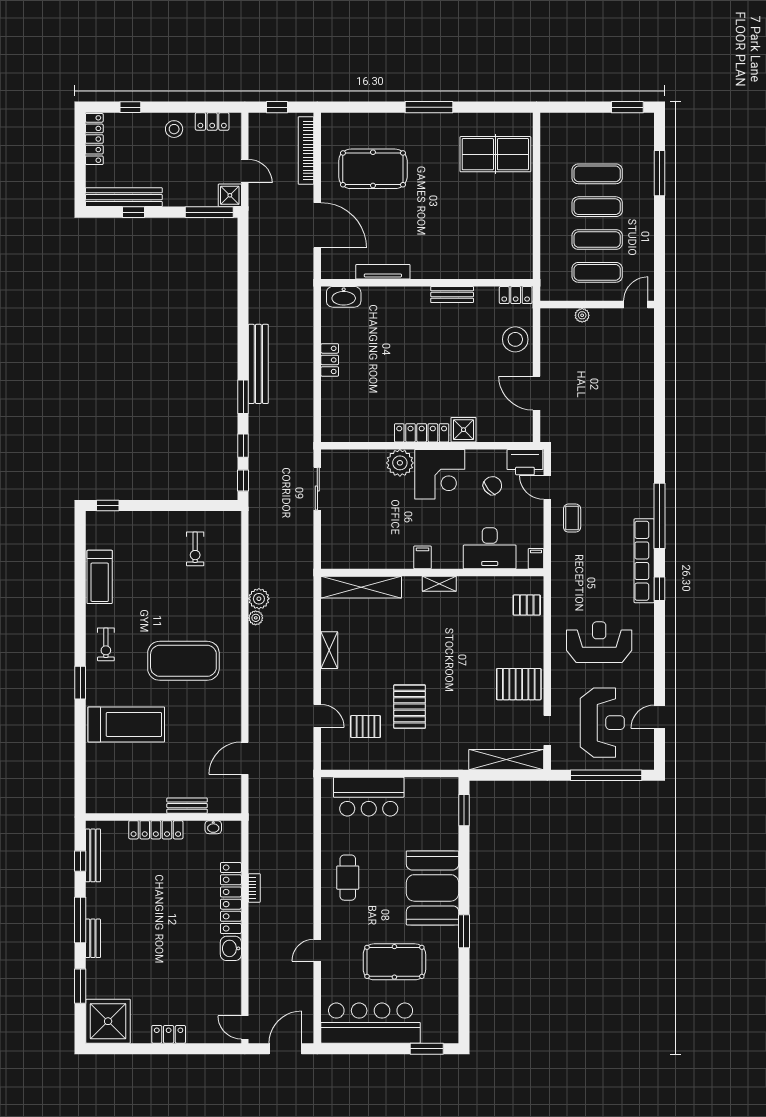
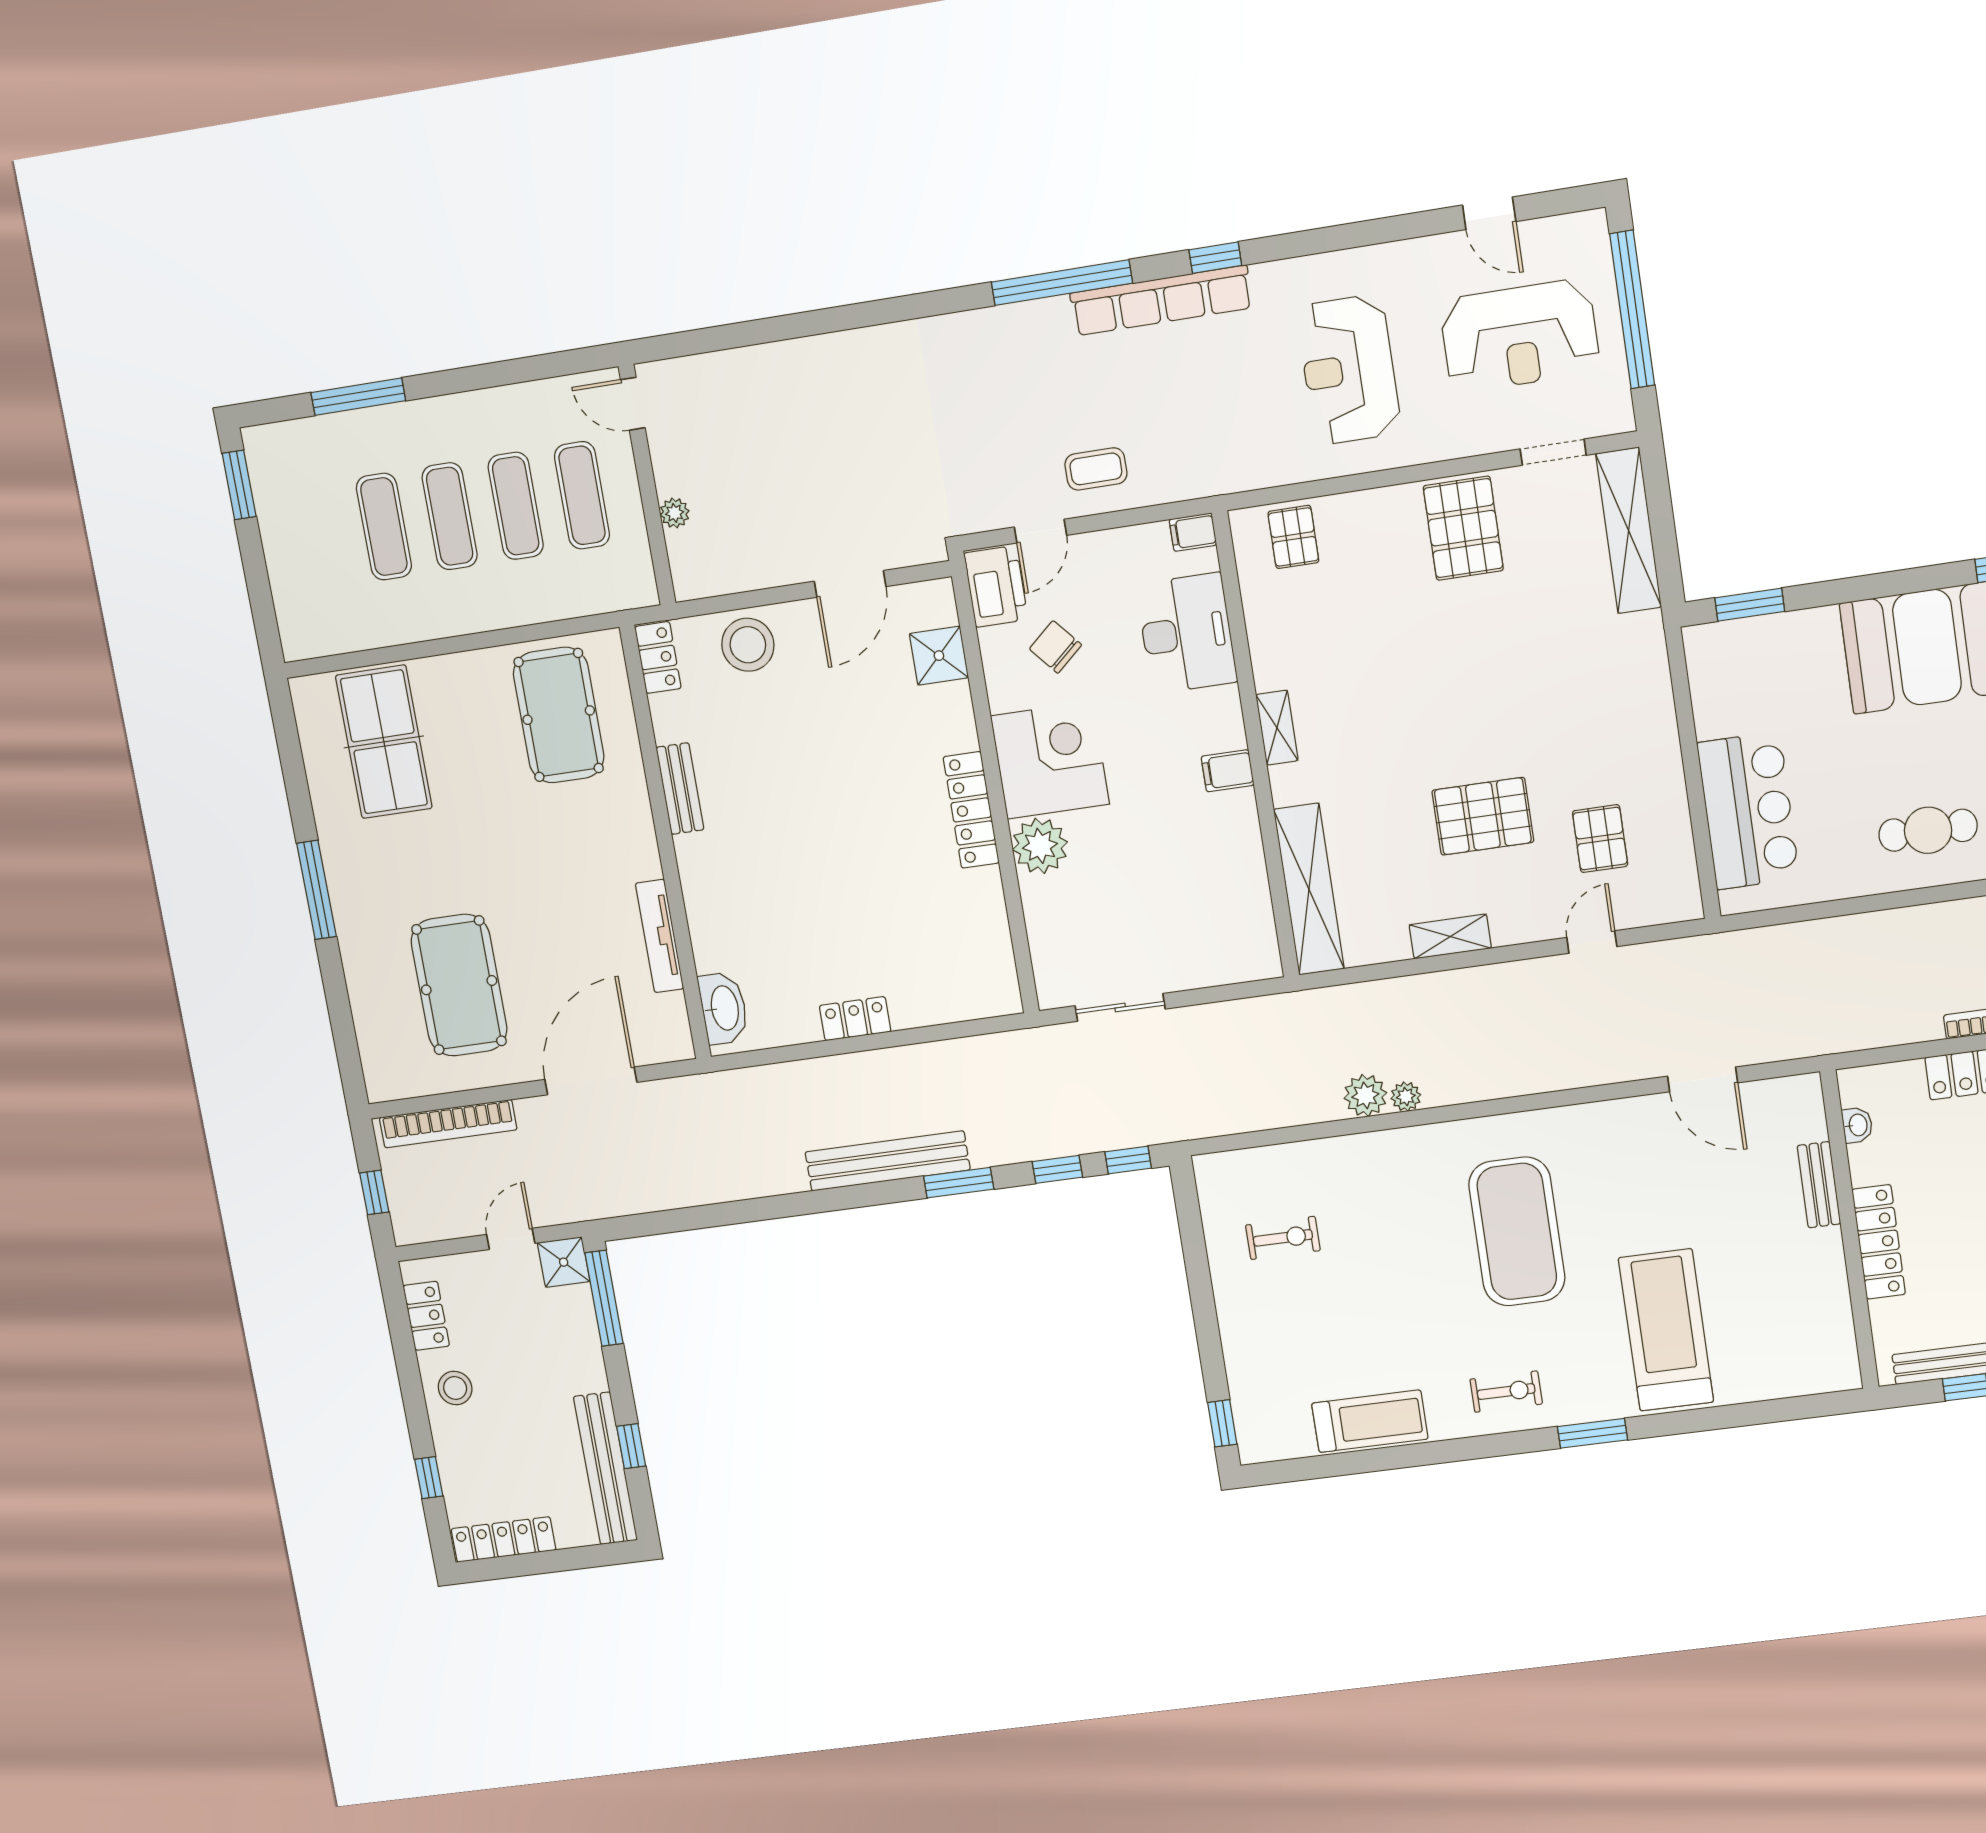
pool table: (496, 242) -> (559, 715), added
shower: (464, 430) -> (939, 656), moved
pallet: (410, 707) -> (1483, 816), moved
reception desk: (602, 723) -> (1520, 336), turned 180

